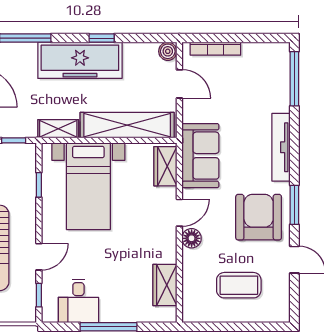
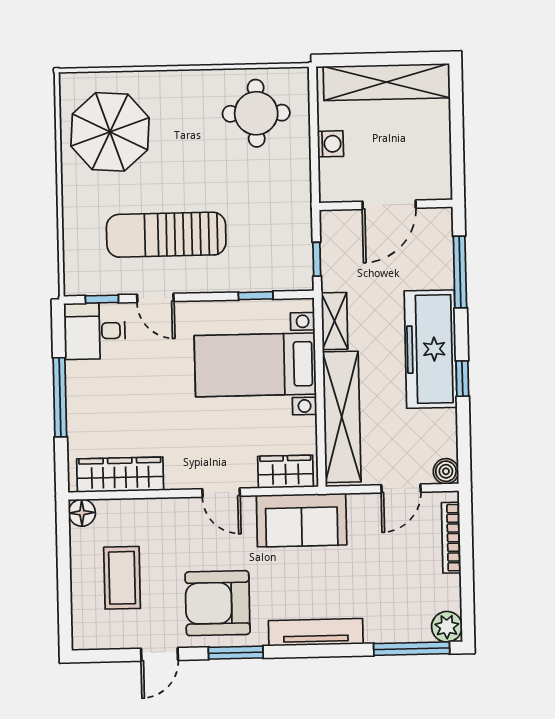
plant: (279, 53) -> (447, 627), added
armchair: (259, 217) -> (218, 603), turned 180
floor lamp: (192, 238) -> (82, 513), moved
wardrobe: (165, 285) -> (120, 475), width x1.50
desk: (78, 301) -> (95, 331), moved

